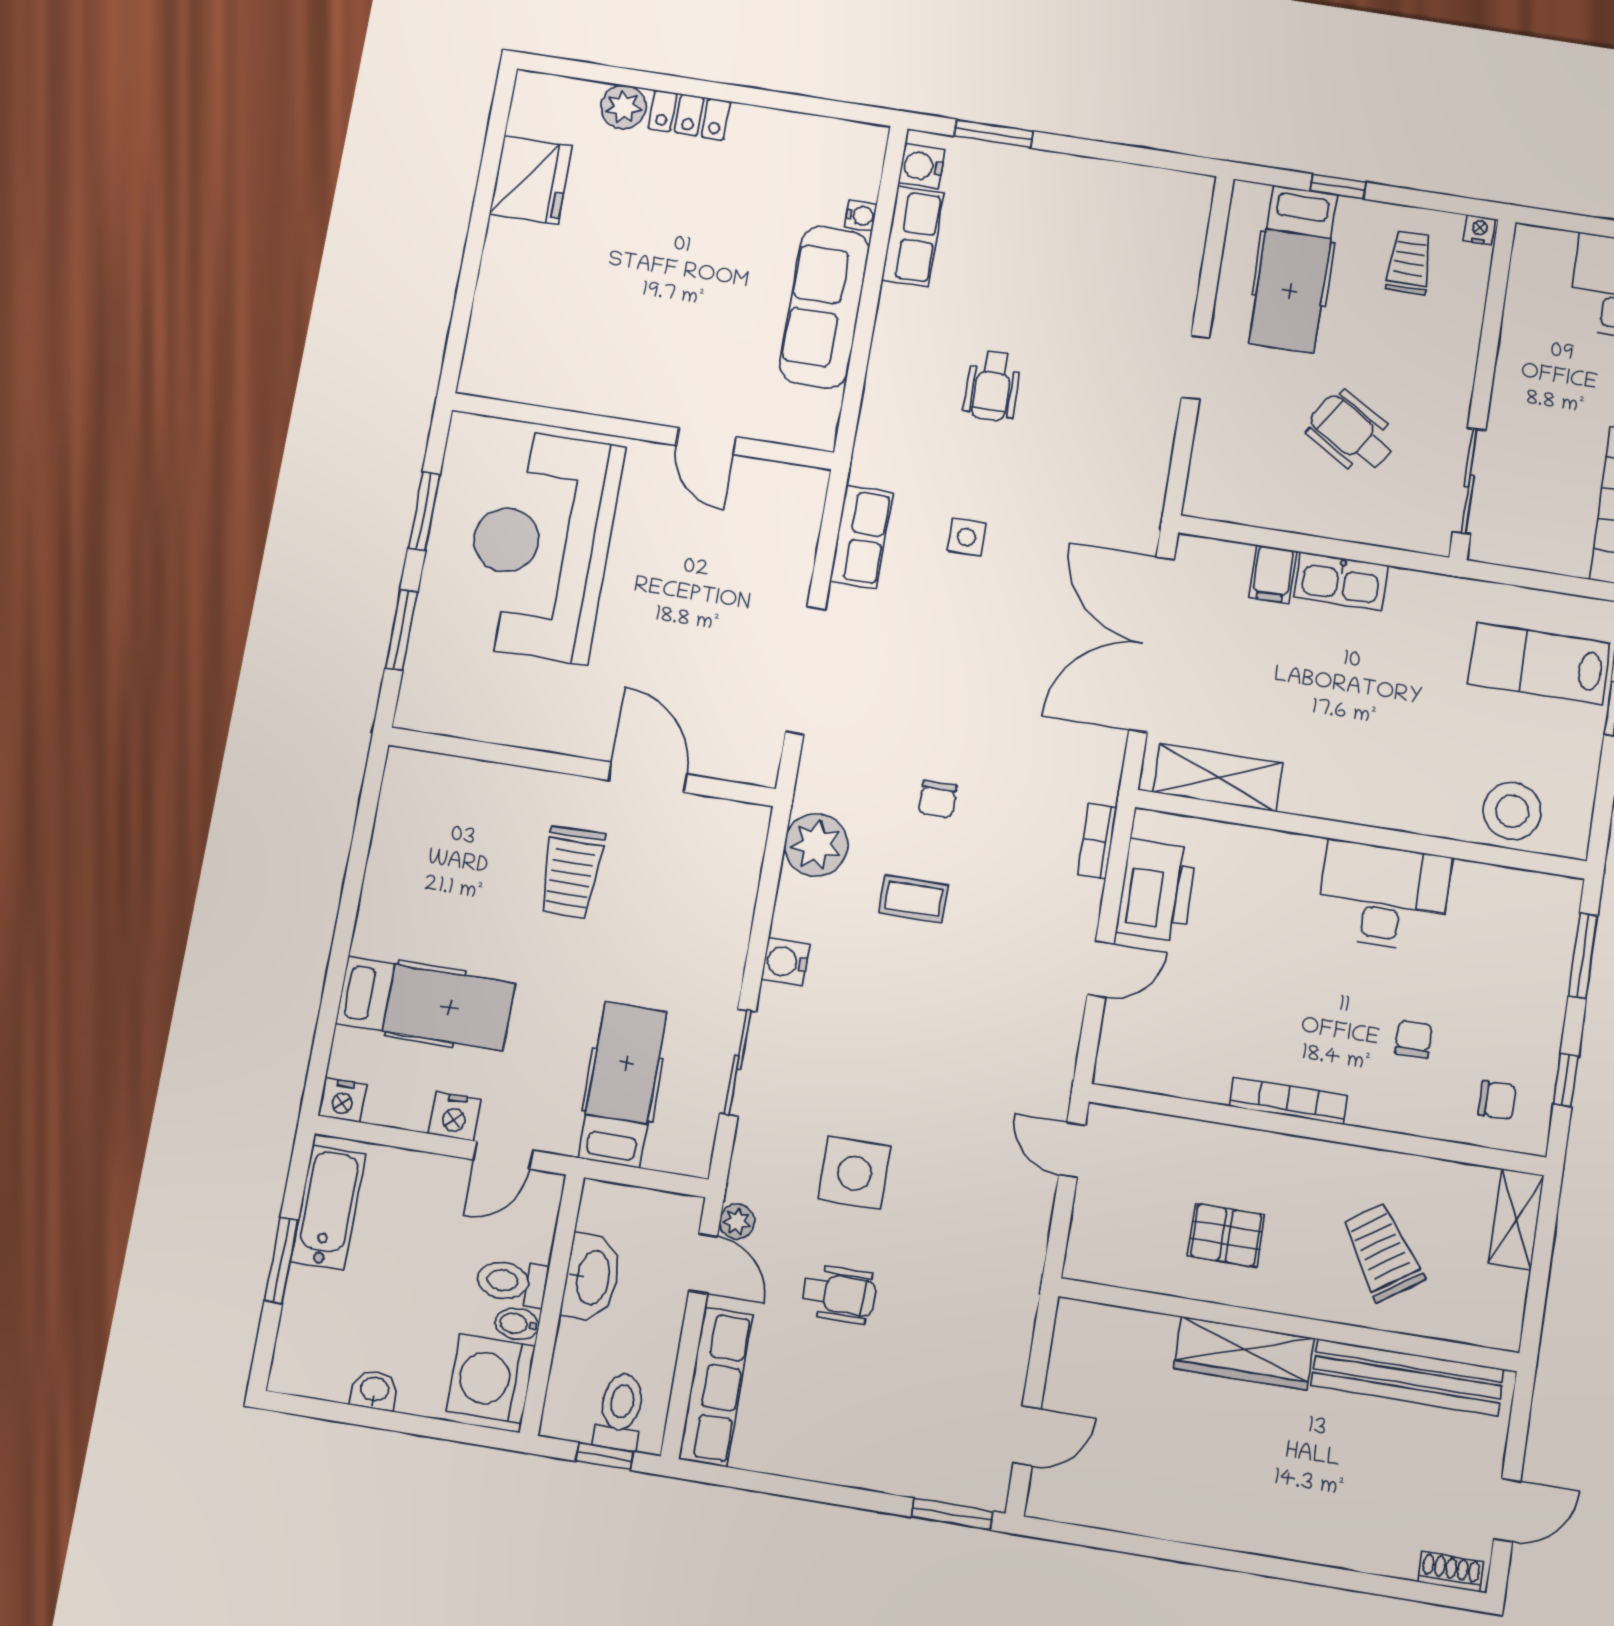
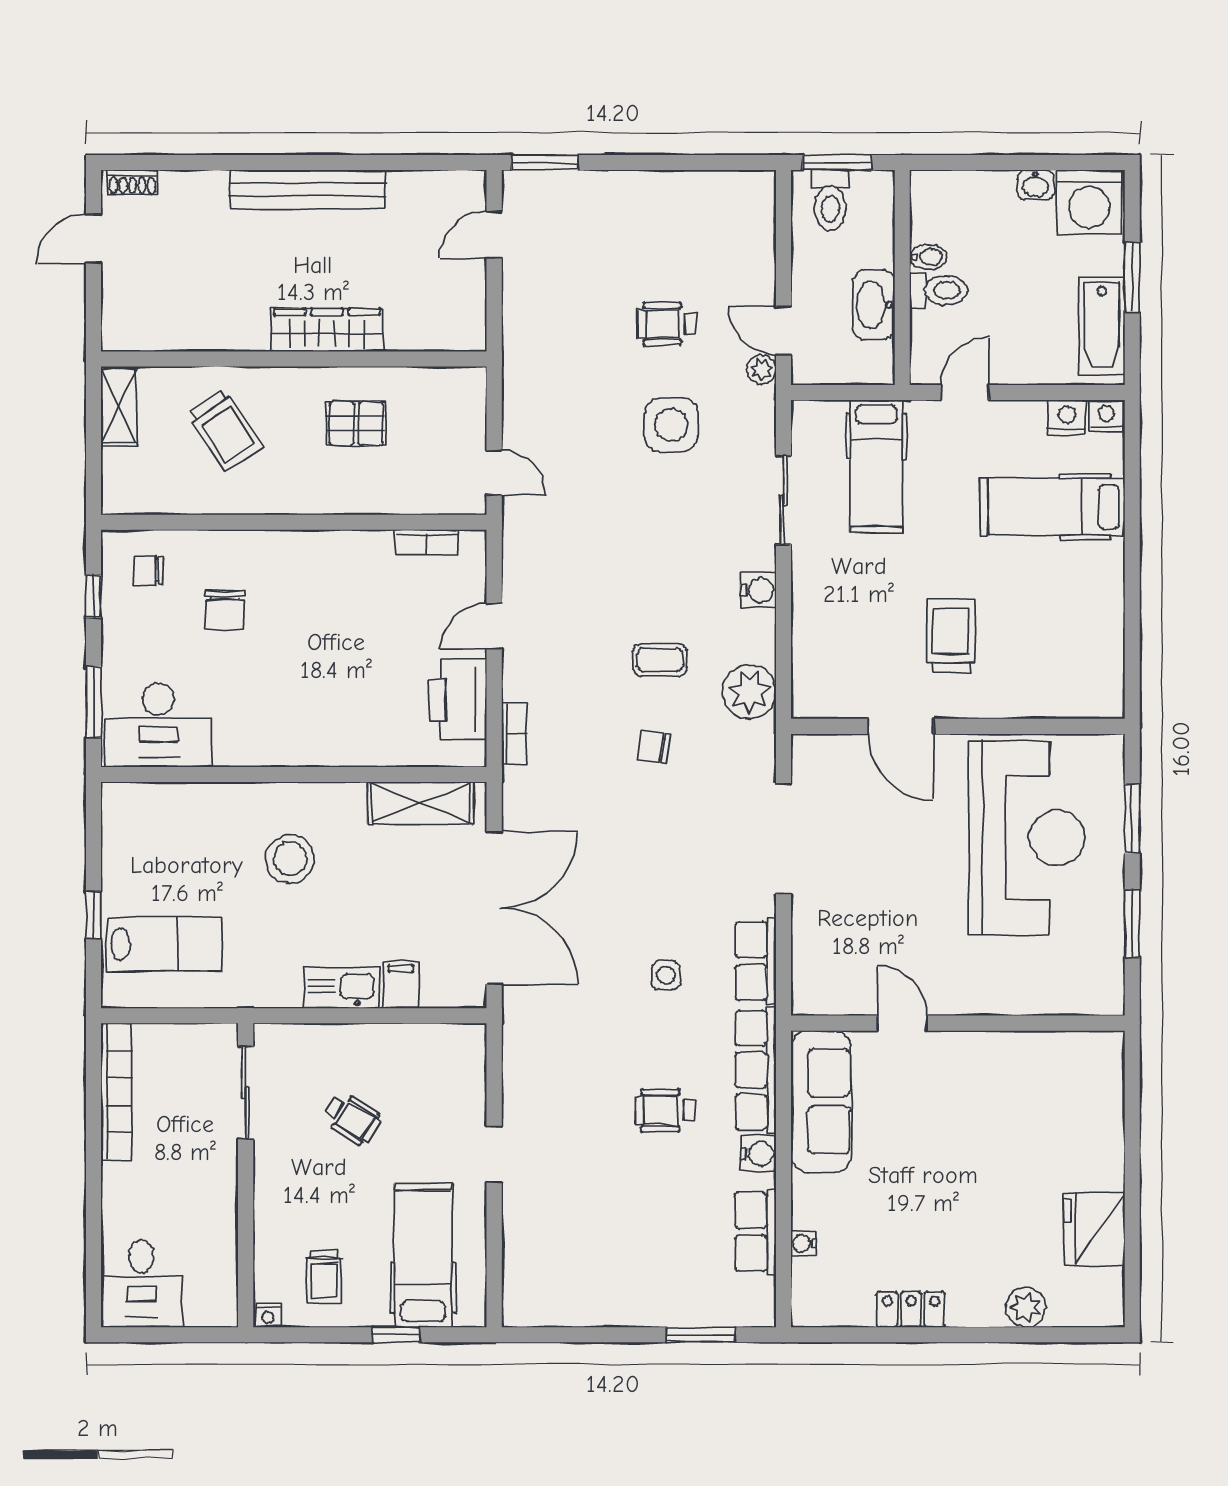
locker: (689, 115) -> (911, 1309), moved
water cooler: (922, 166) -> (758, 1154), moved
sofa: (824, 307) -> (821, 1101), moved
wheelchair: (992, 386) -> (665, 1110), turned -90
wheelchair: (1352, 433) -> (352, 1118), width x0.73, depth x0.73
reception desk: (541, 545) -> (1027, 838), moved
chair: (937, 799) -> (654, 747), turned -81
stool: (1512, 811) -> (290, 859), moved
desk: (1384, 896) -> (158, 725), moved
chair: (1414, 1039) -> (225, 610), width x1.37, depth x1.37
bookcase: (1288, 1101) -> (426, 542), moved, width x0.64
nightstand: (454, 1116) -> (1067, 418), moved
shelving: (1516, 1219) -> (119, 406), moved
bench: (1408, 1377) -> (308, 189), moved
washing machine: (491, 1379) -> (1089, 202), moved, turned 90
row of seats: (716, 1387) -> (756, 1070), moved
window: (605, 1456) -> (837, 162), width x1.50

